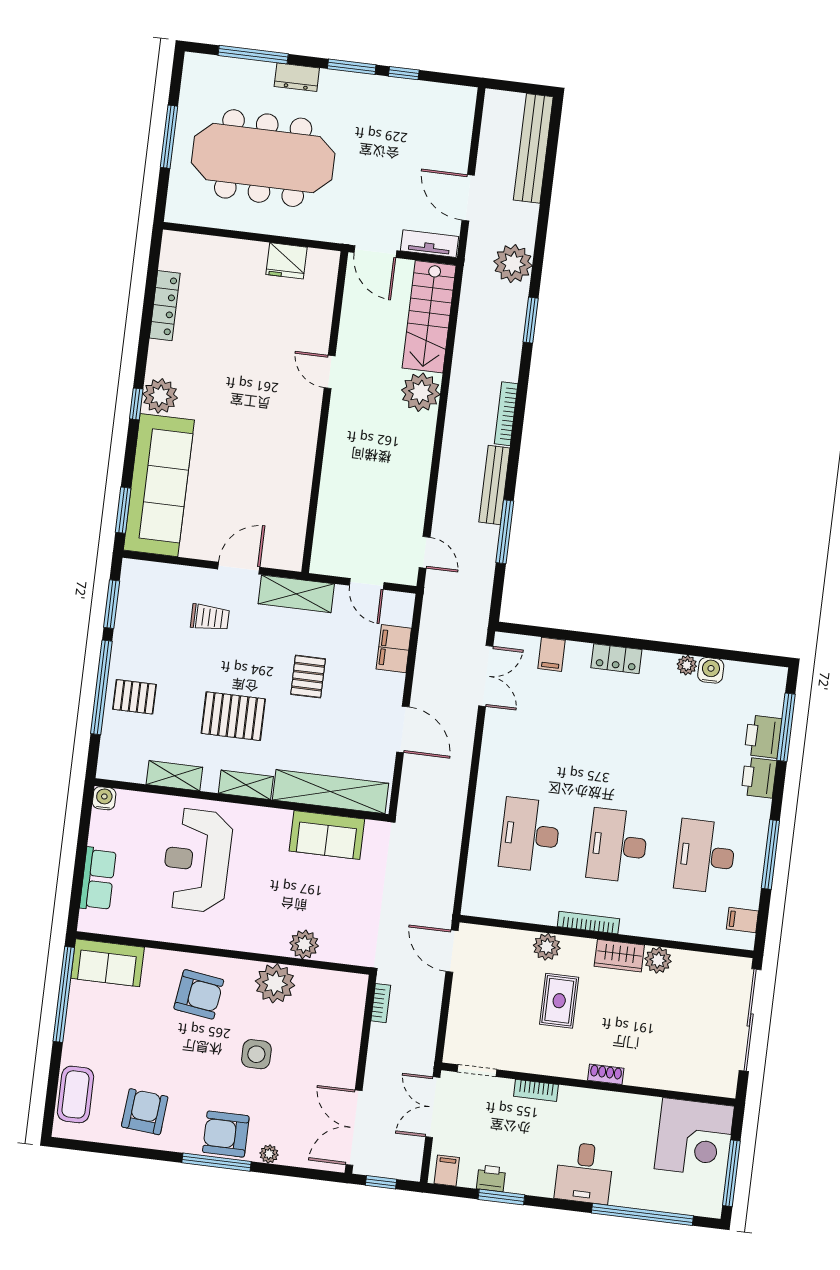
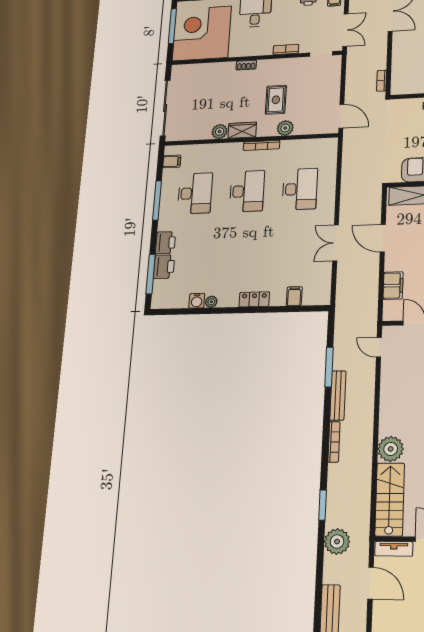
double door: (486, 676) -> (336, 243), moved
corner desk: (694, 1137) -> (202, 33), width x1.36, depth x1.36

